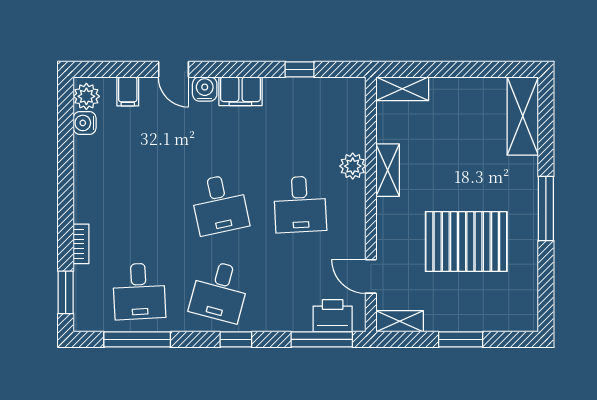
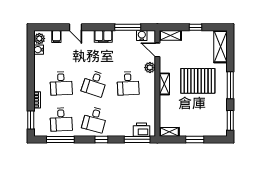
window: (299, 69) -> (128, 27), width x2.17
window: (463, 69) -> (196, 27), added
water cooler: (205, 89) -> (142, 36), moved
shelving: (388, 170) -> (164, 84), moved
desk: (139, 204) -> (61, 83), added
desk: (220, 204) -> (95, 83), turned 30
pallet: (466, 242) -> (198, 81), moved
door: (371, 276) -> (157, 50), moved
window: (546, 293) -> (230, 120), added

